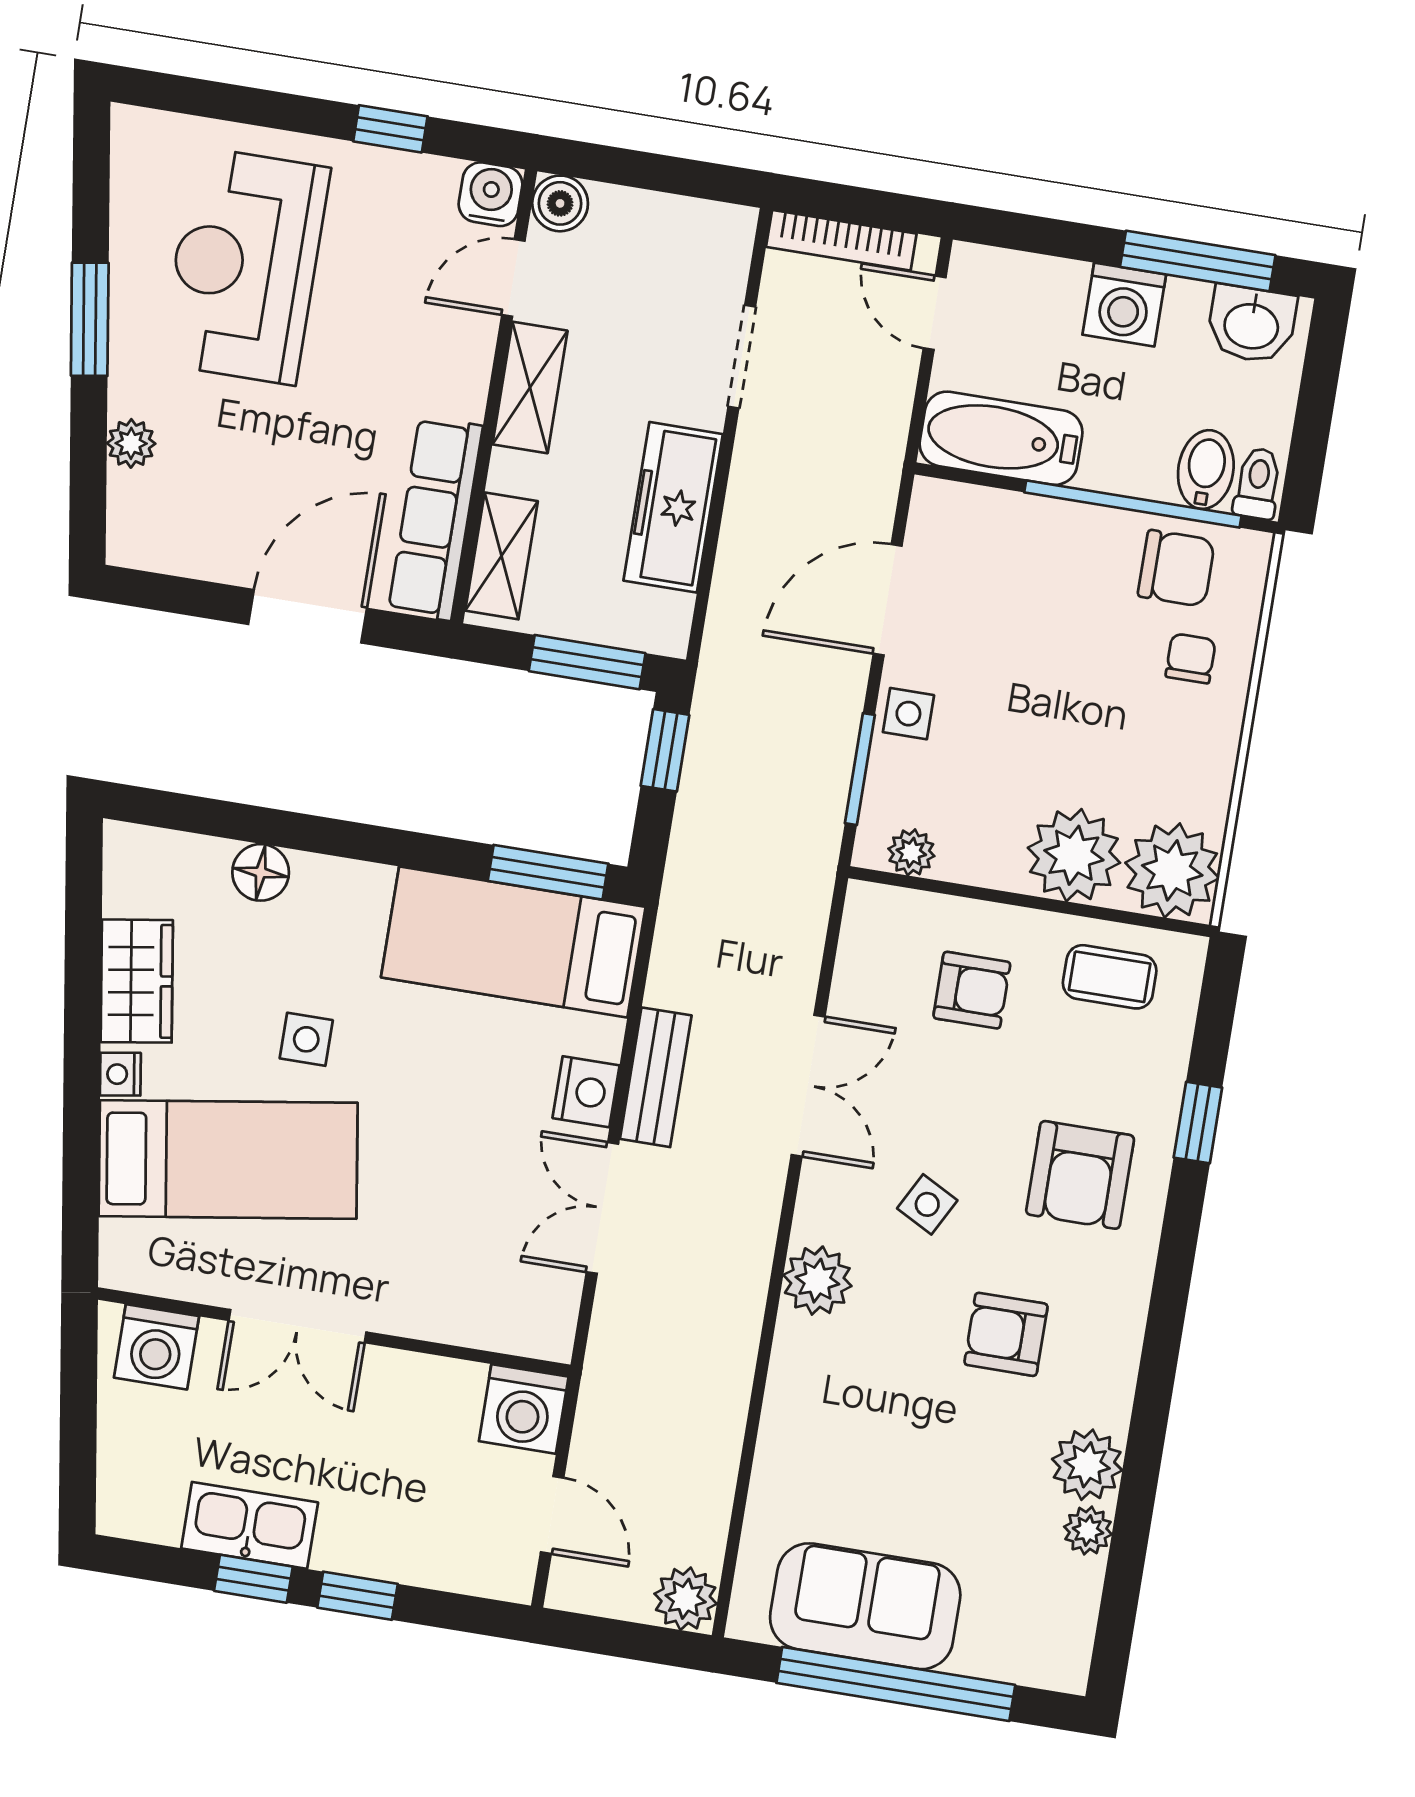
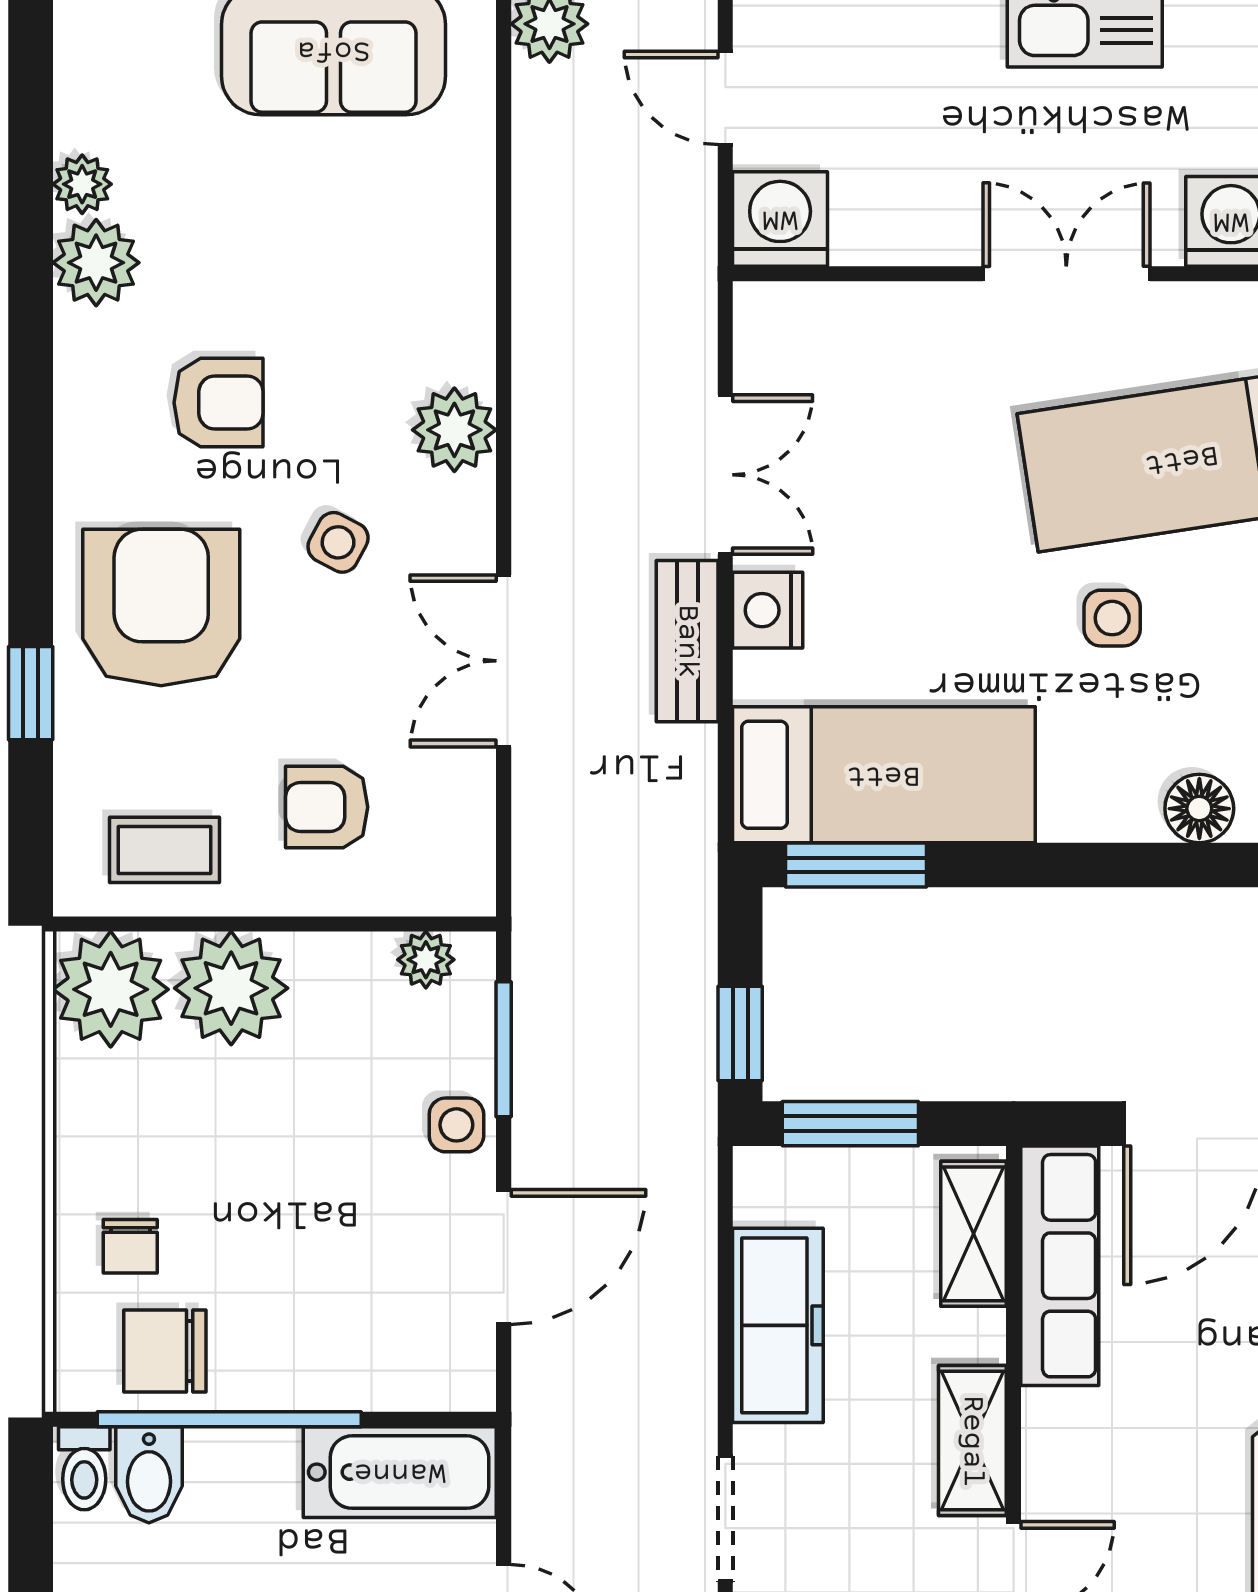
armchair: (1080, 1175) -> (161, 607), width x1.36, depth x1.36

